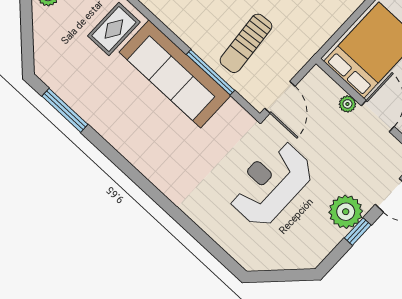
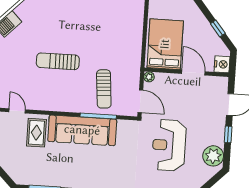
plant: (347, 104) -> (149, 77), moved
plant: (346, 212) -> (213, 156), moved

